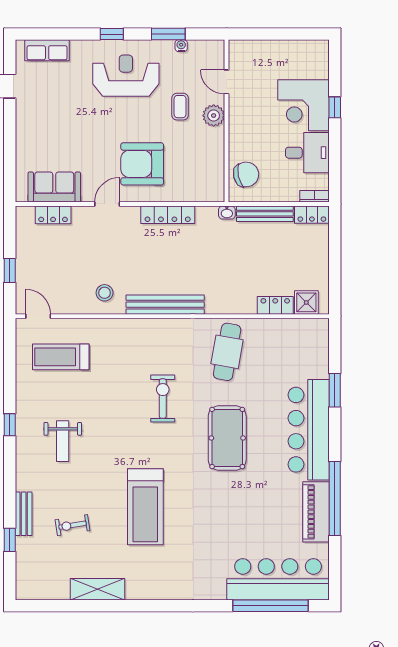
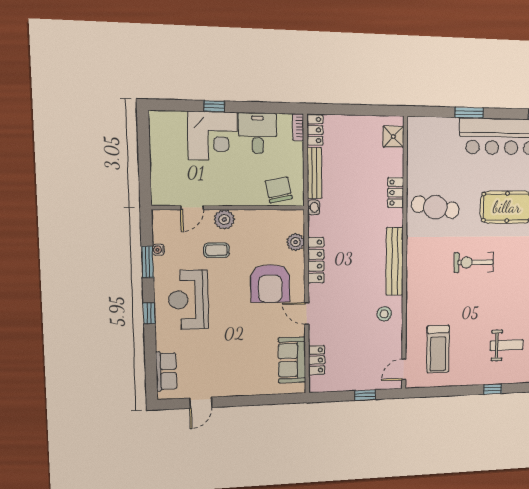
plant: (188, 192) -> (296, 242), added
locker: (275, 305) -> (396, 193), moved

